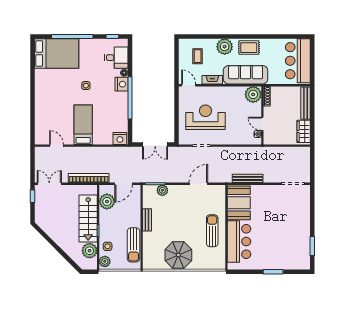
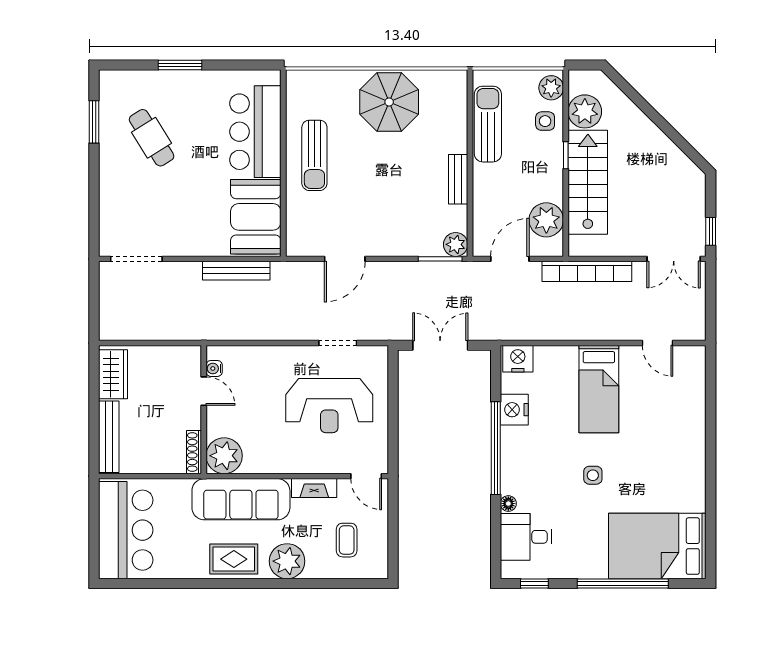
nightstand: (122, 84) -> (514, 410), moved
plant: (162, 190) -> (456, 244), moved
cafe table: (286, 239) -> (152, 138), added

